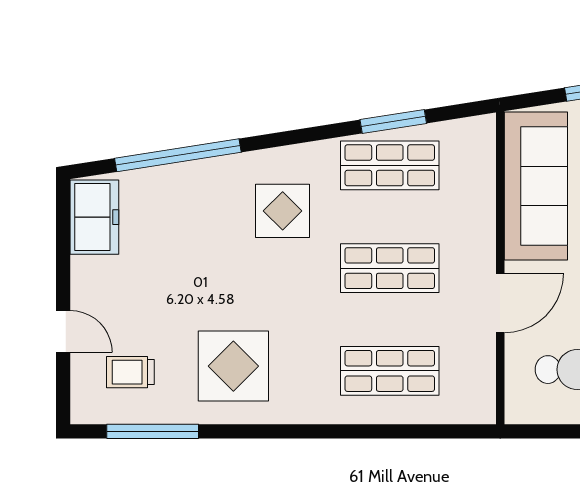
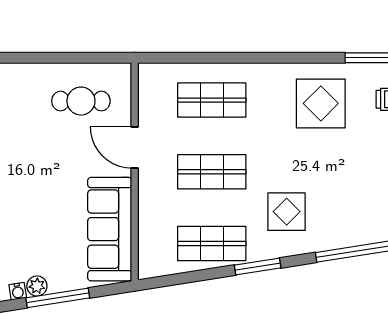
window: (393, 121) -> (258, 267), moved
door: (500, 303) -> (135, 147), hinge flipped

